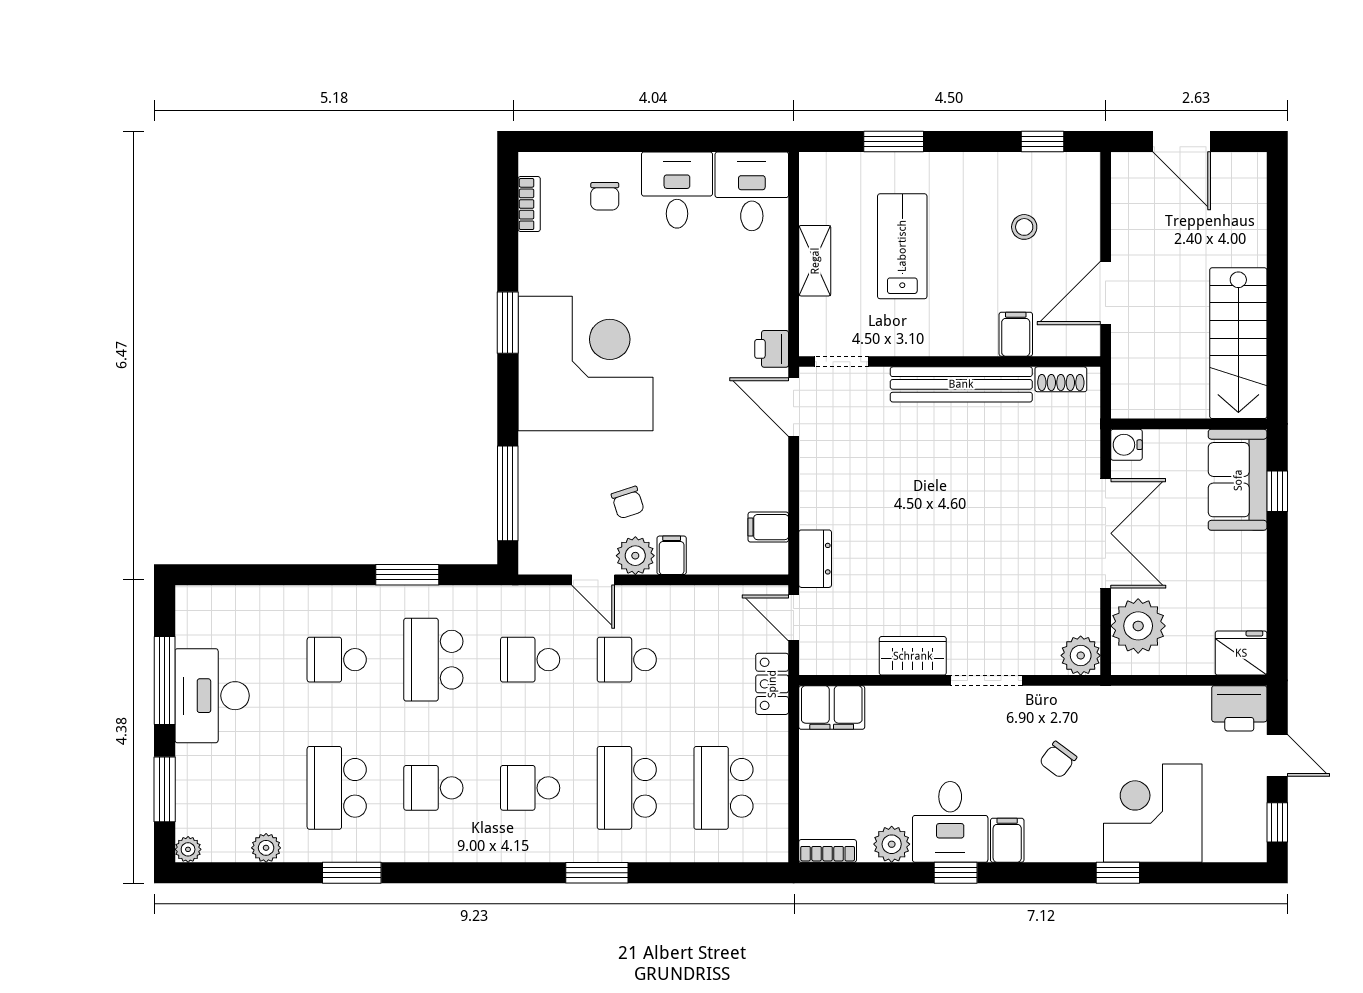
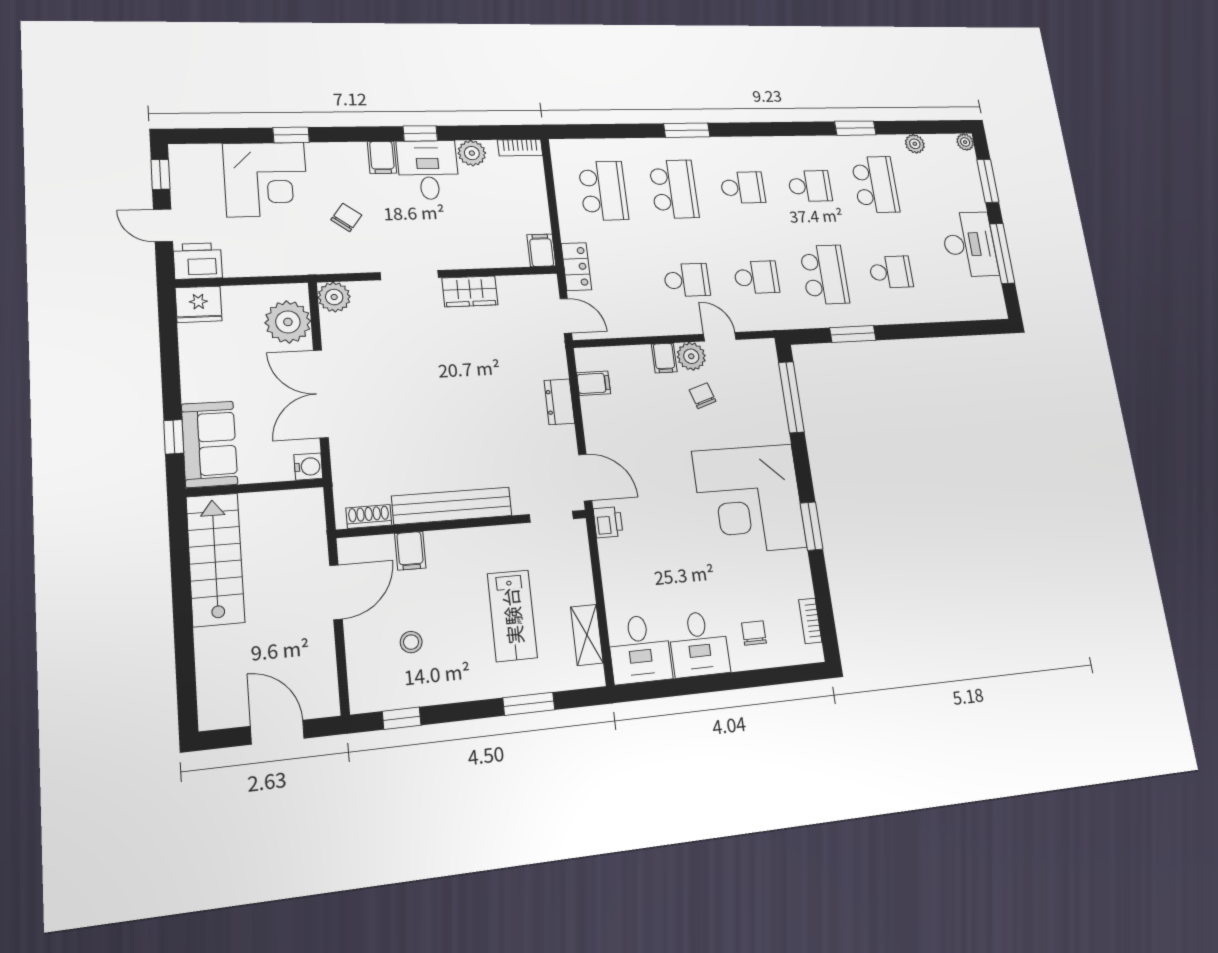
shelving: (815, 261) -> (587, 635), moved
dresser: (815, 559) -> (559, 402), moved
filing cabinet: (832, 708) -> (541, 250), width x0.50

